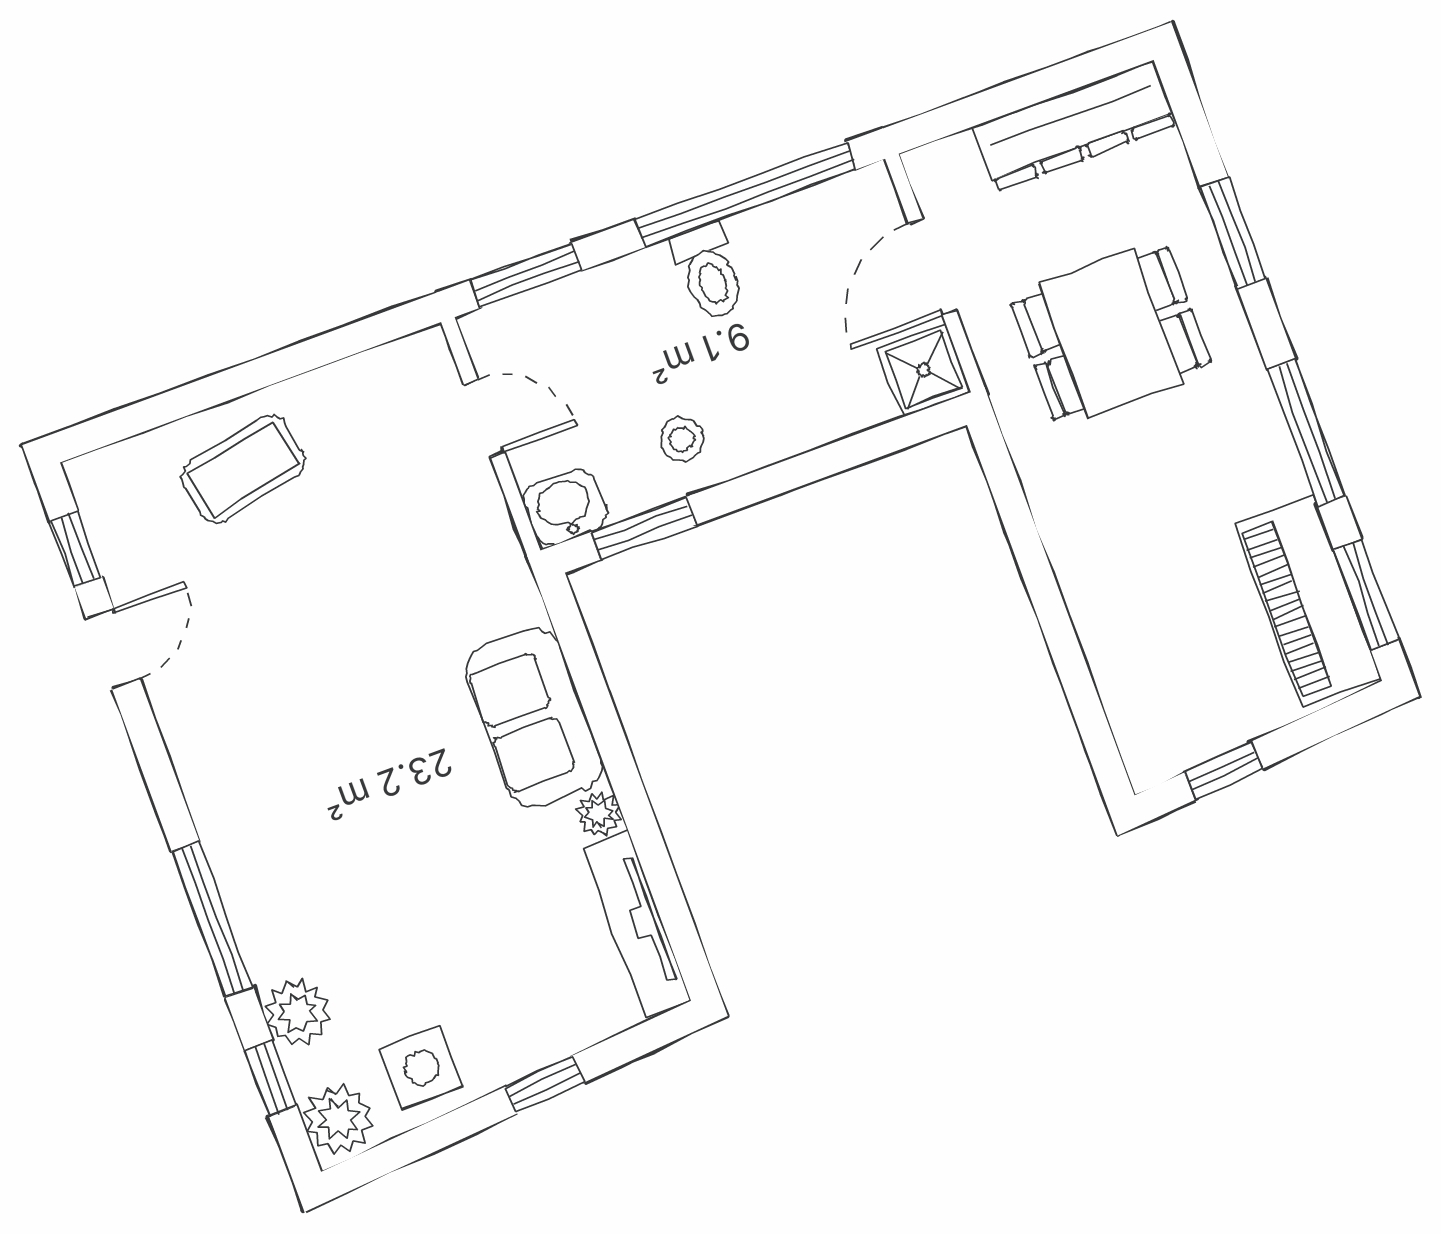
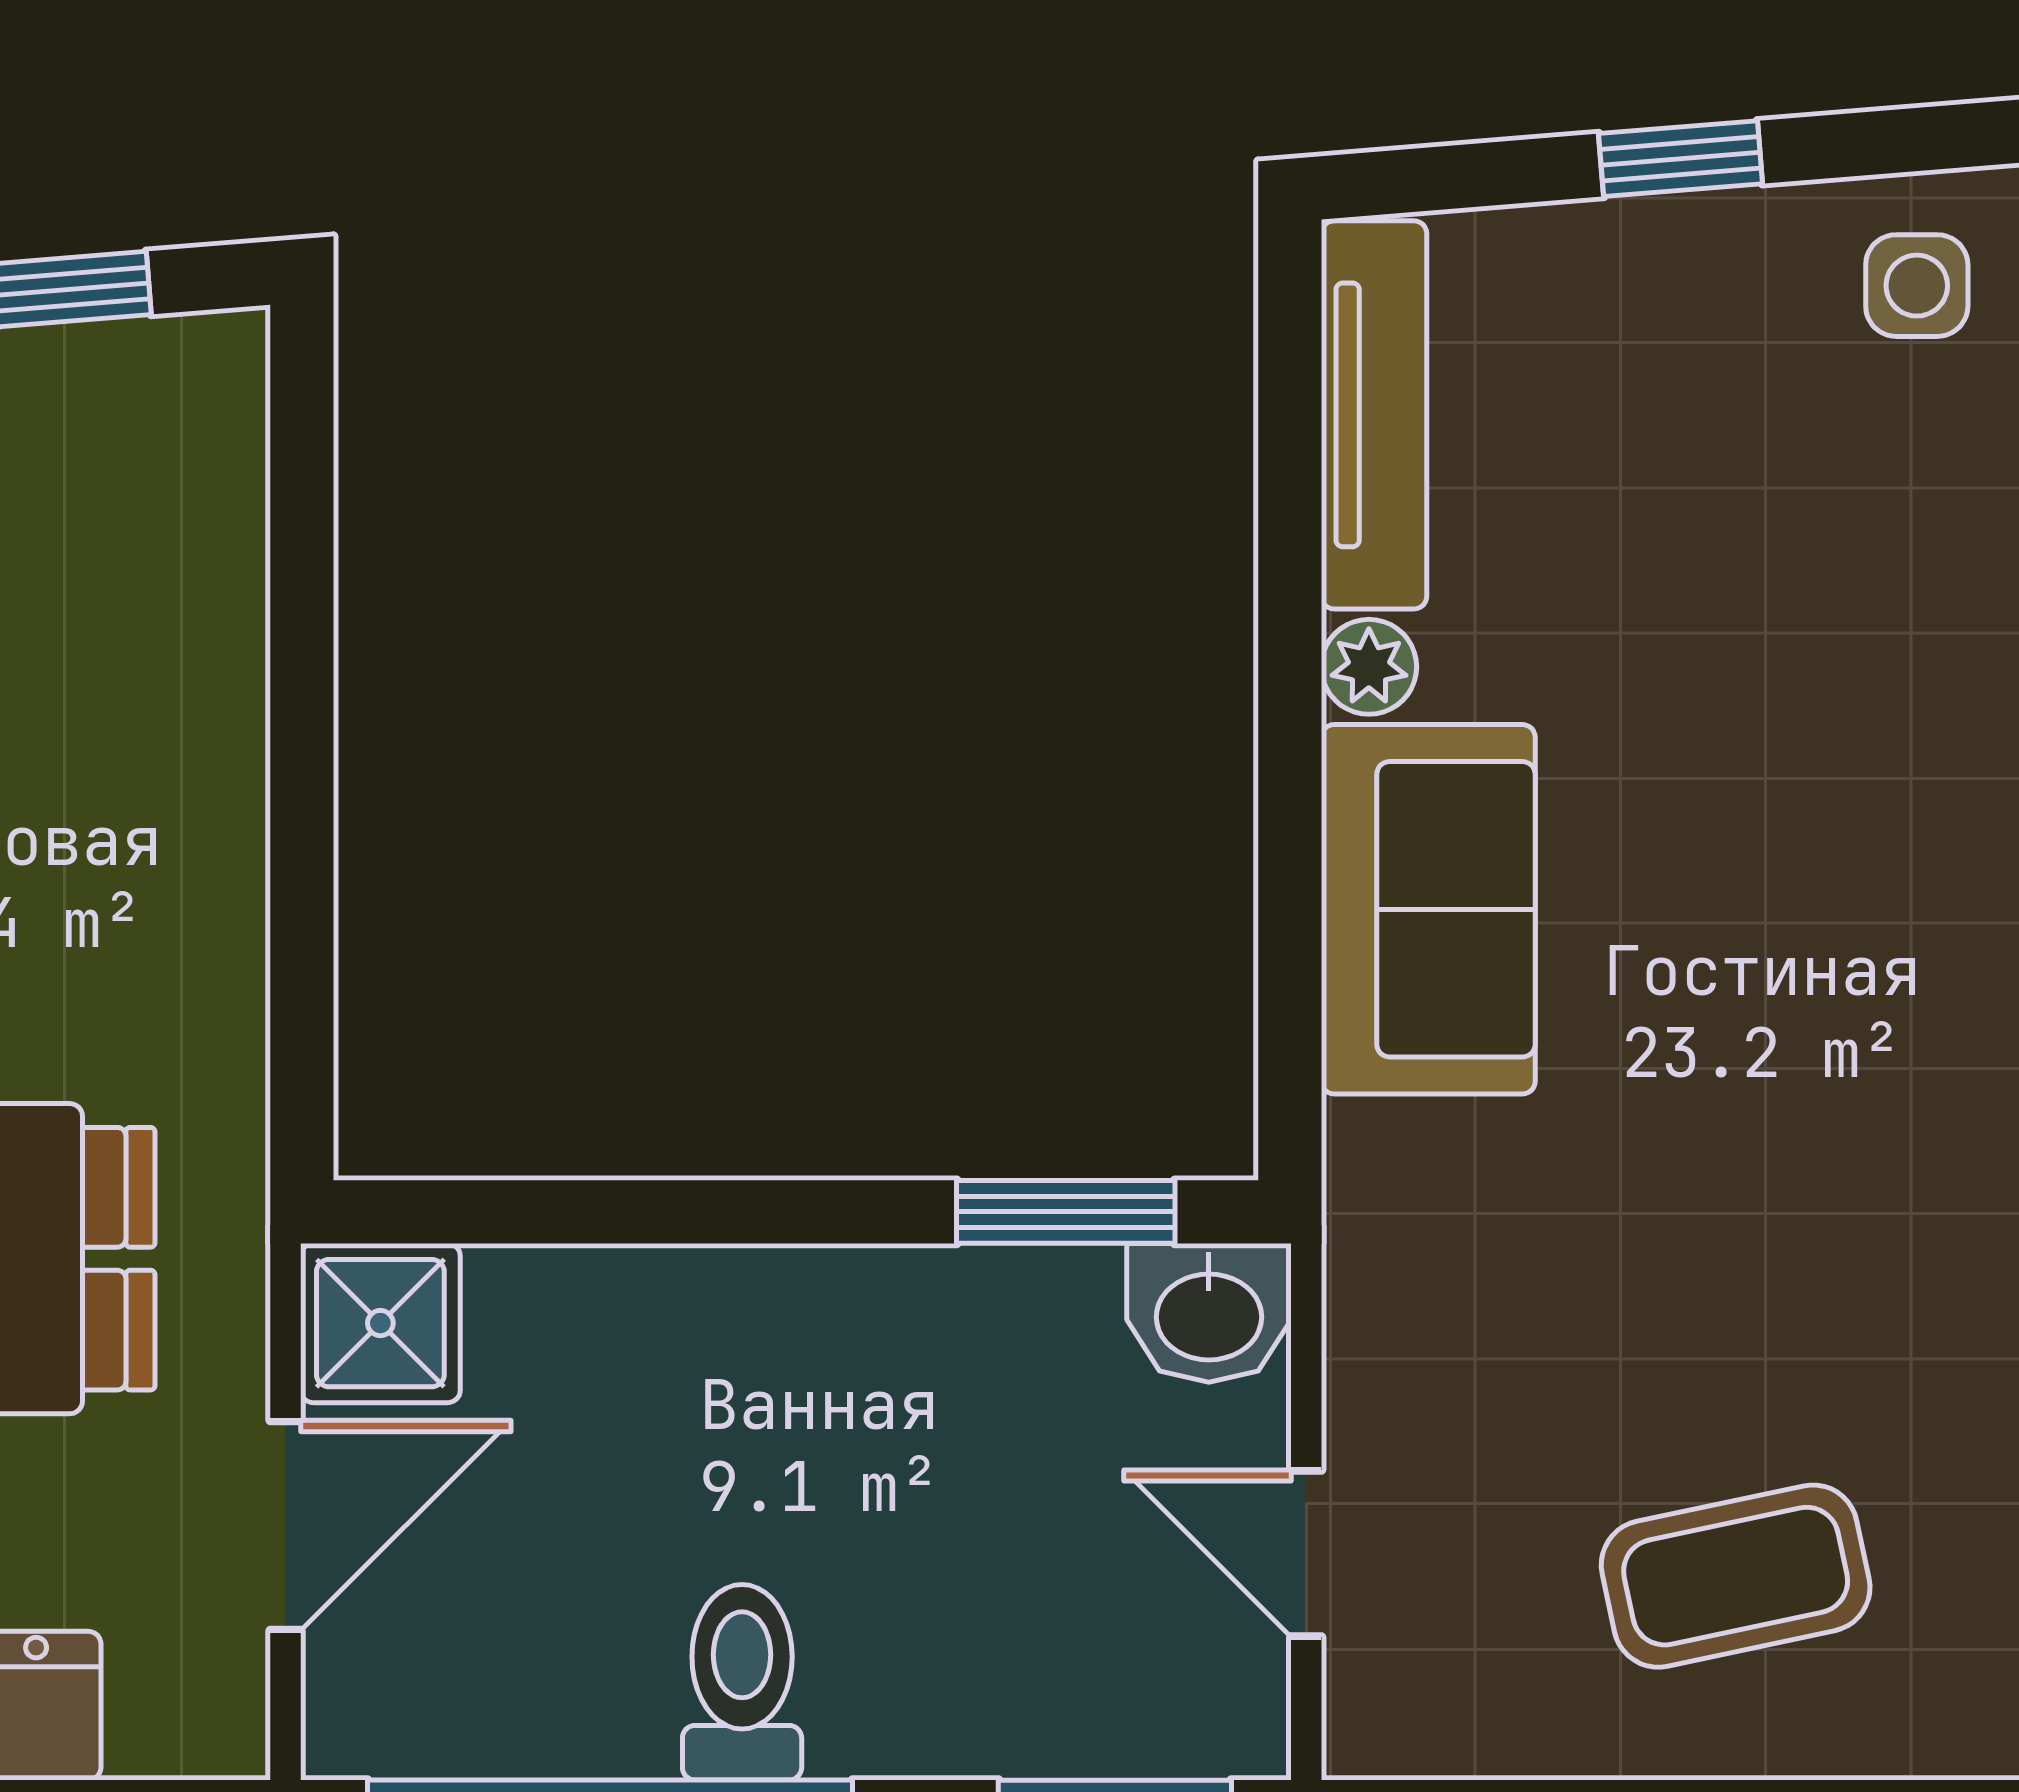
stool: (682, 439) -> (921, 1363), removed
coffee table: (243, 469) -> (1736, 1576), moved
side table: (422, 1067) -> (1917, 286), width x0.73, depth x0.73

